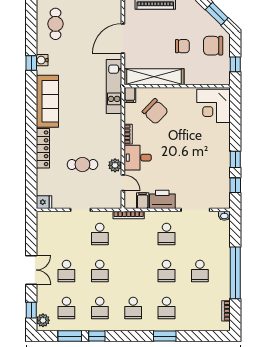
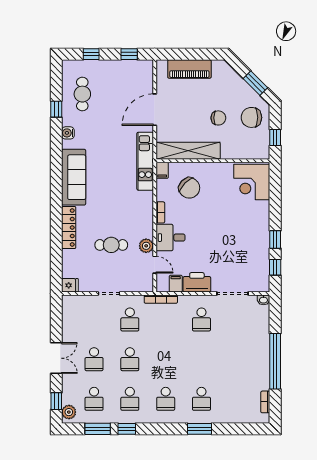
window: (31, 63) -> (56, 109), moved
school desk: (167, 271) -> (201, 359), removed
school desk: (200, 271) -> (237, 359), removed

